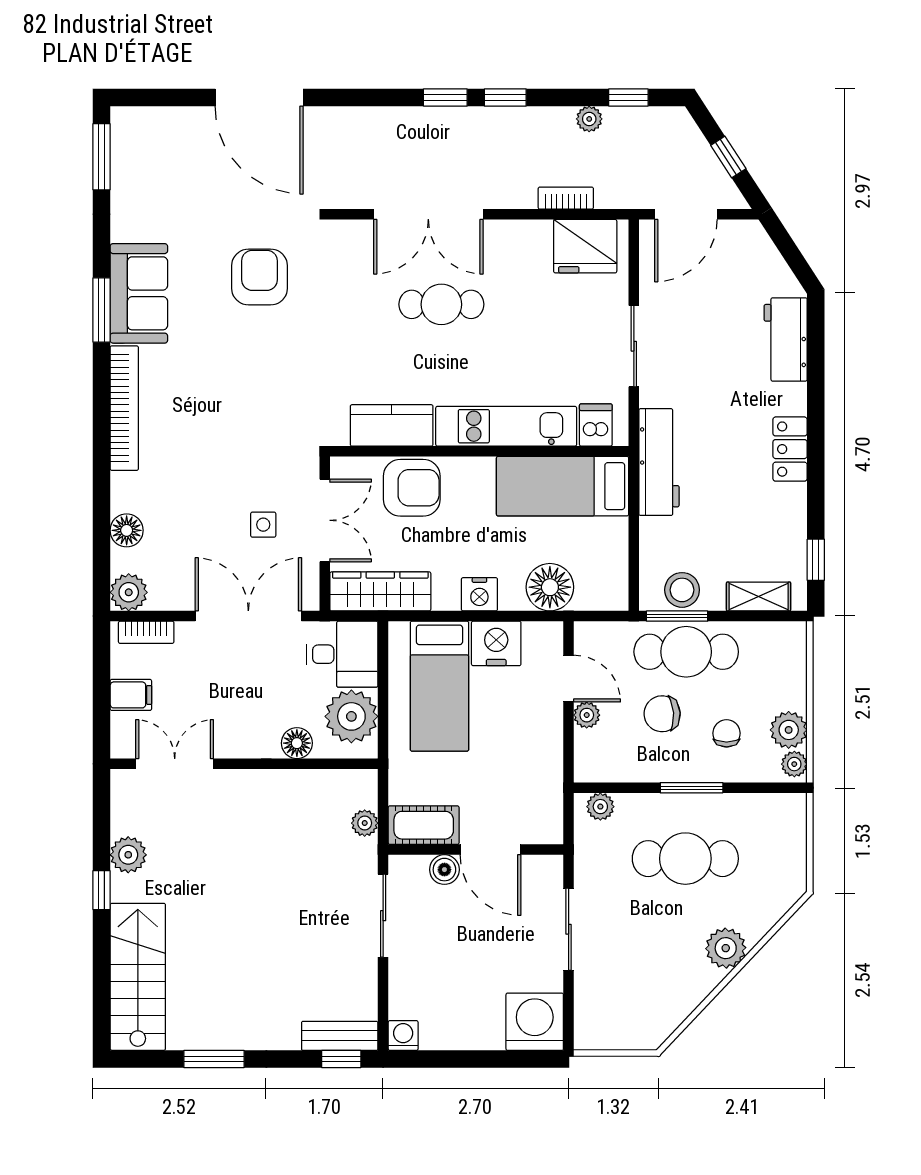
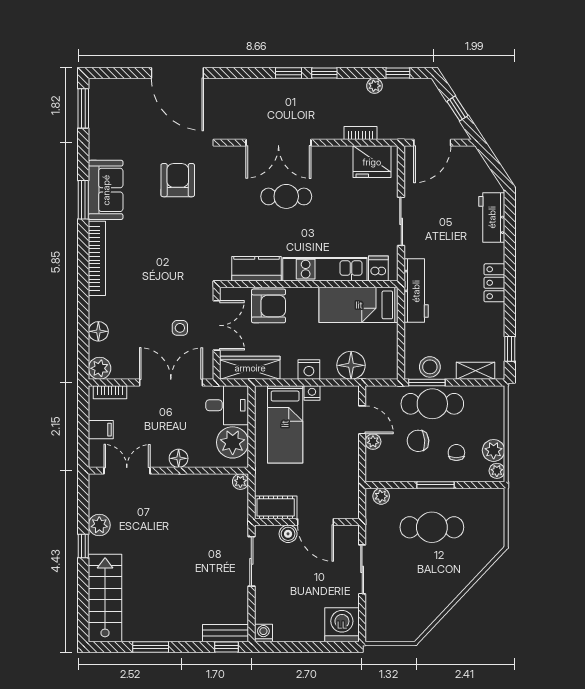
nightstand: (496, 643) -> (312, 393), width x0.53, depth x0.56
floor lamp: (297, 743) -> (179, 458), moved
plant: (365, 823) -> (240, 482), moved
plant: (726, 948) -> (456, 581), removed

